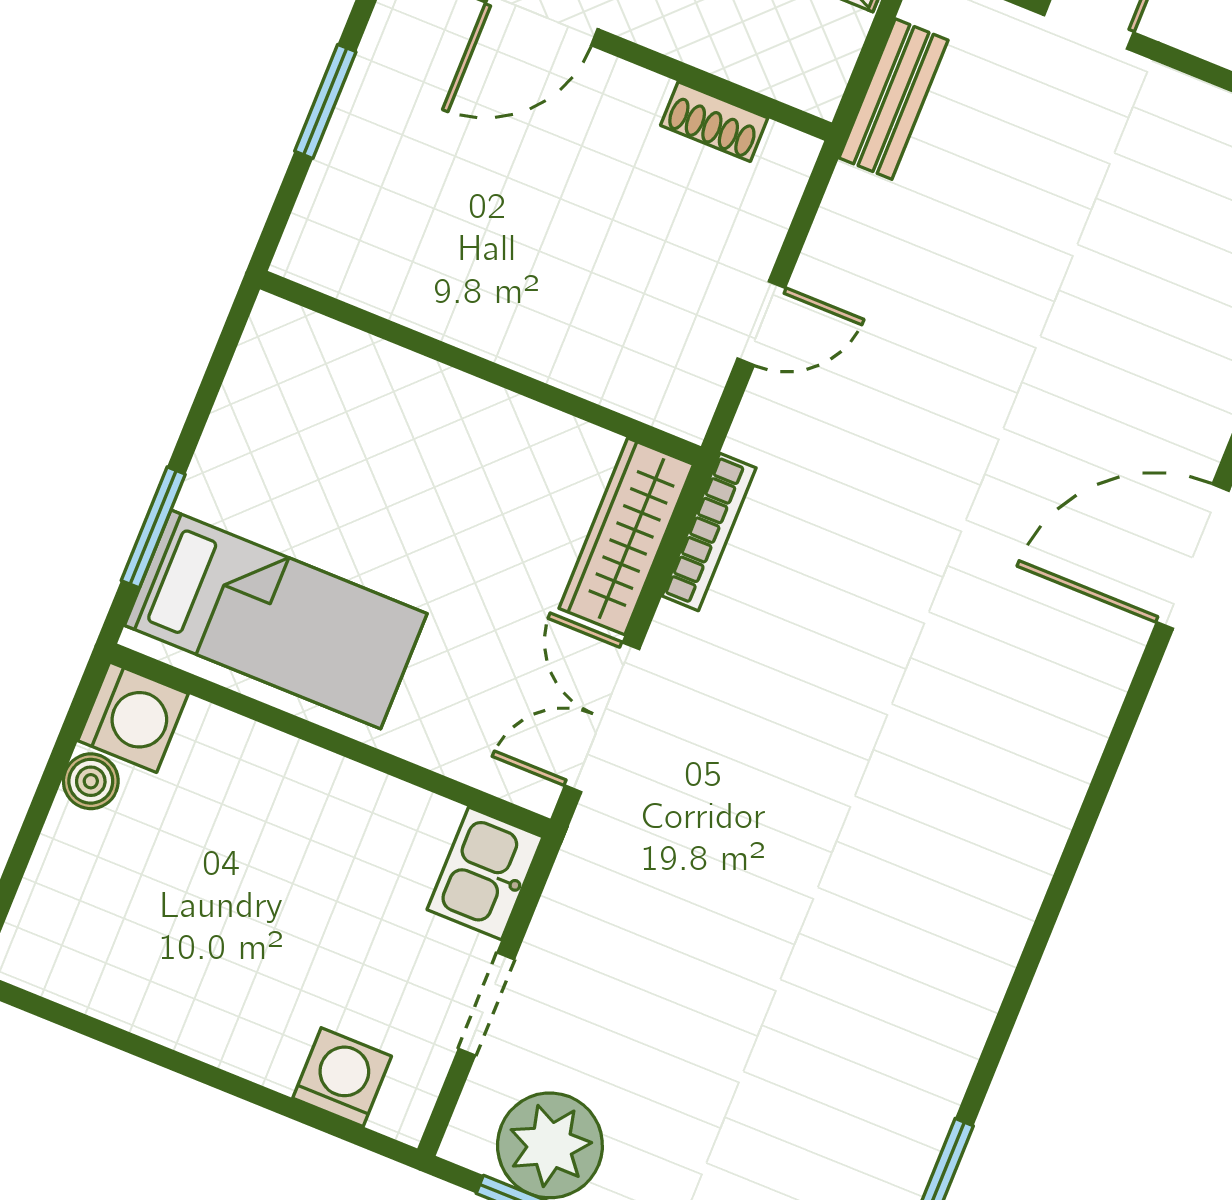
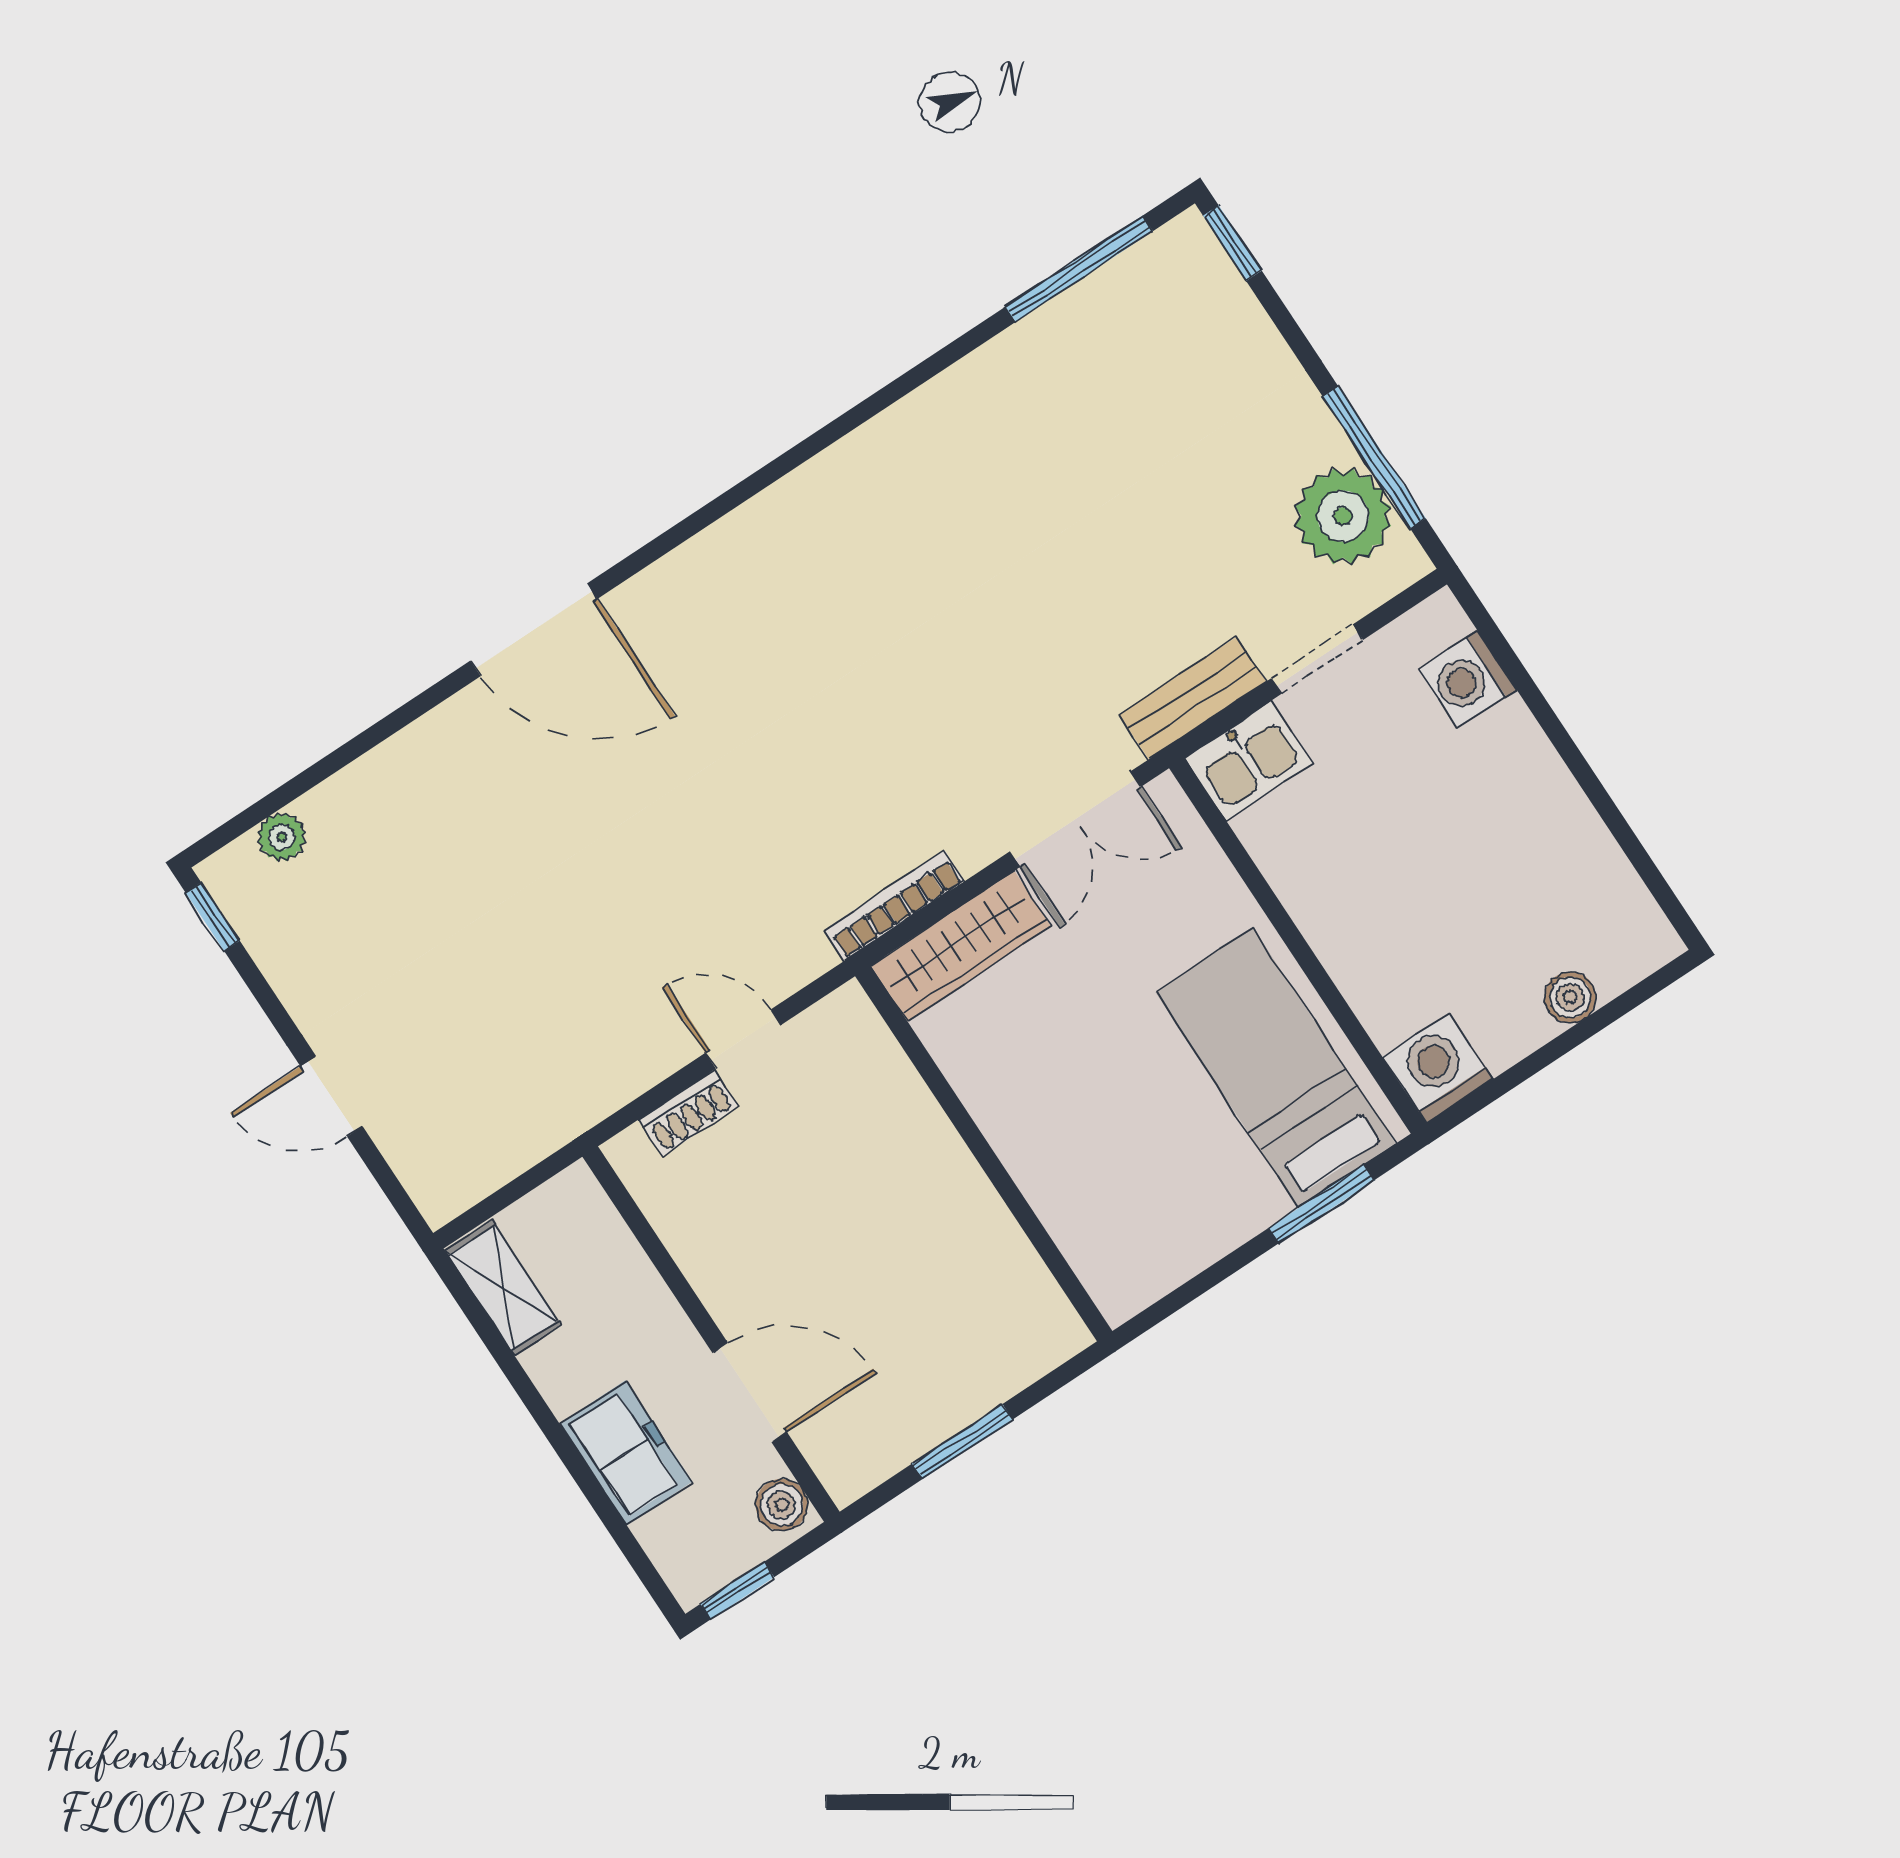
bench: (893, 99) -> (1193, 698), moved
shoe rack: (714, 122) -> (688, 1113), moved, turned 90
boiler: (91, 781) -> (1570, 997), moved

